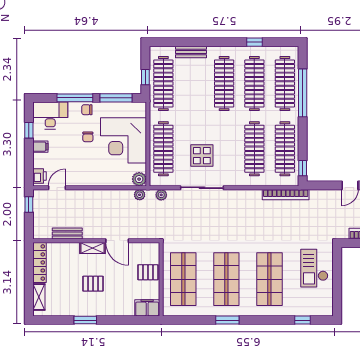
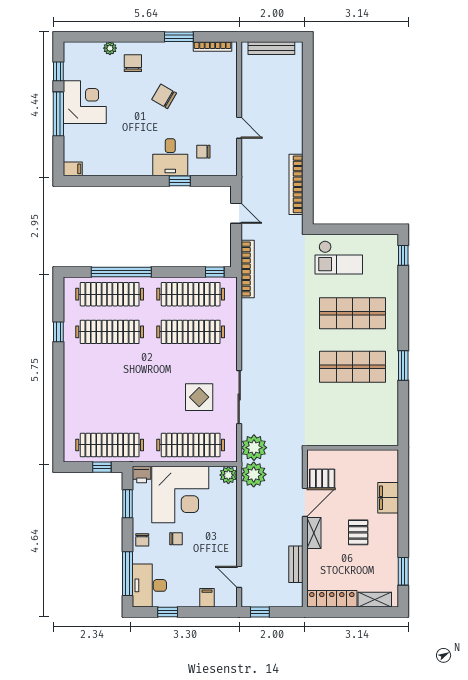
bench: (191, 52) -> (71, 410), removed
clothes rail: (224, 84) -> (110, 370), removed
window: (75, 98) -> (127, 574), moved
window: (116, 98) -> (127, 504), width x0.69
filing cabinet: (40, 147) -> (207, 598), moved
printer: (39, 176) -> (142, 474), moved, turned 180
plant: (140, 195) -> (254, 474), width x1.88, depth x1.88
plant: (161, 195) -> (254, 448), width x1.87, depth x1.87
bookcase: (286, 195) -> (248, 269), moved
pallet: (148, 272) -> (322, 478), moved, turned 90
shop shelf: (183, 279) -> (353, 420), removed
filing cabinet: (147, 308) -> (388, 498), moved
window: (85, 320) -> (403, 571), moved
window: (302, 320) -> (403, 255), moved

